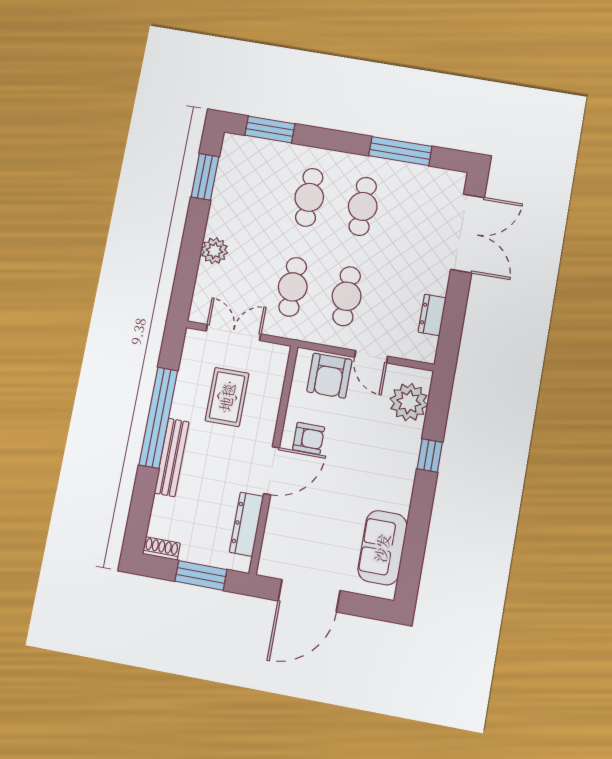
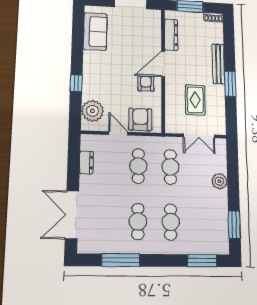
window: (158, 418) -> (230, 84), width x0.47
armchair: (309, 438) -> (146, 84), turned 89

